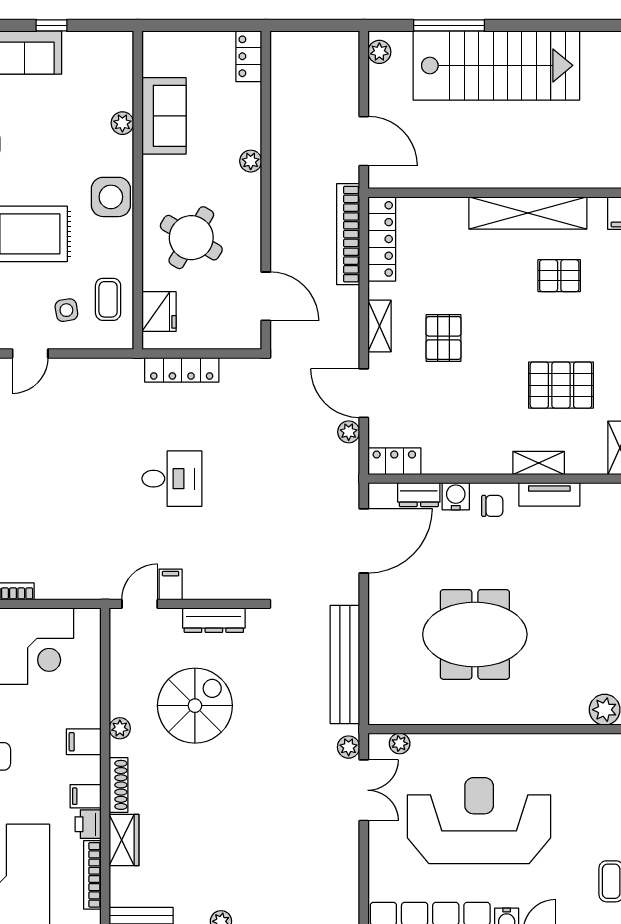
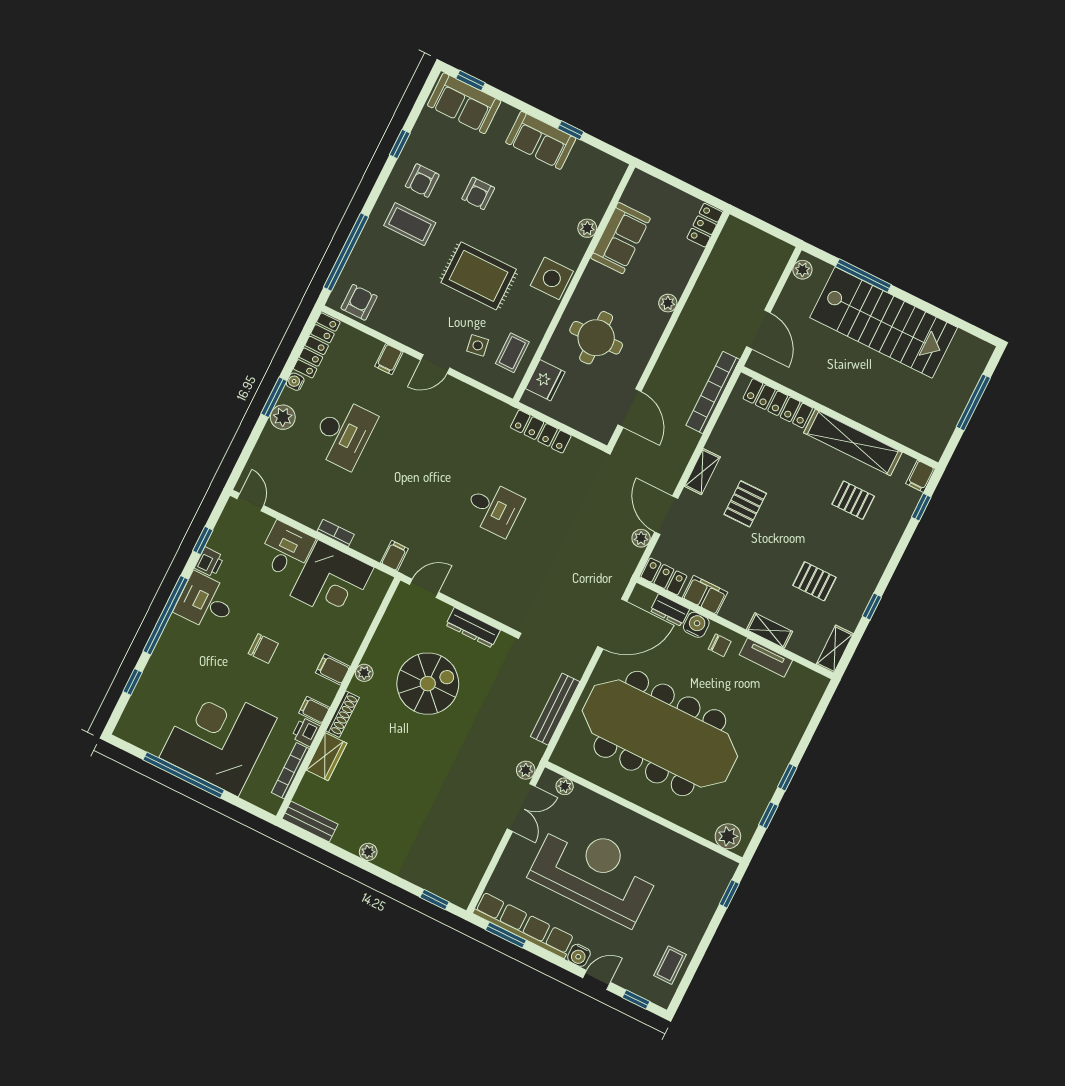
round table: (191, 238) -> (596, 338), turned -32
locker: (382, 239) -> (778, 403), moved, turned 90
pallet: (561, 385) -> (814, 581), width x0.67, depth x0.71
filing cabinet: (449, 459) -> (705, 595), added
filing cabinet: (171, 584) -> (394, 556), moved
meeting table: (475, 634) -> (660, 734), width x1.86, depth x1.27
bench: (345, 665) -> (555, 709), width x0.73, depth x0.82

